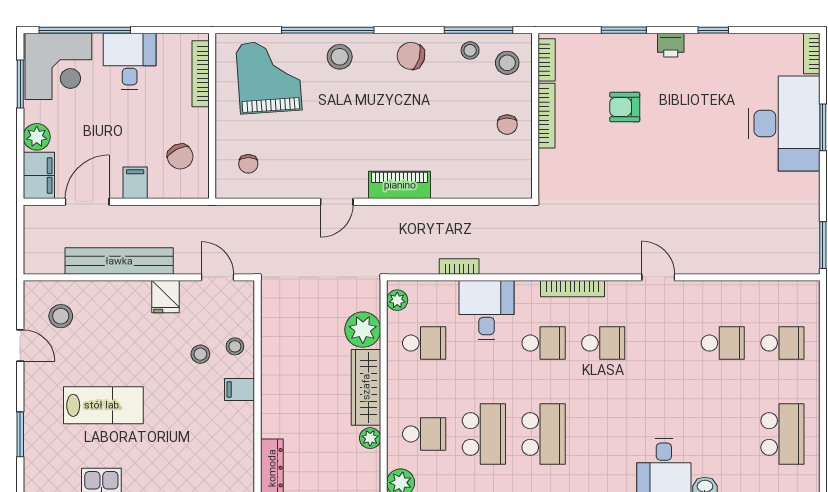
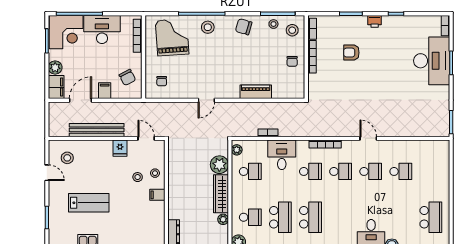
desk: (130, 61) -> (102, 30), width x1.37
piano: (400, 185) -> (256, 92), moved
school desk: (782, 343) -> (371, 171), moved

